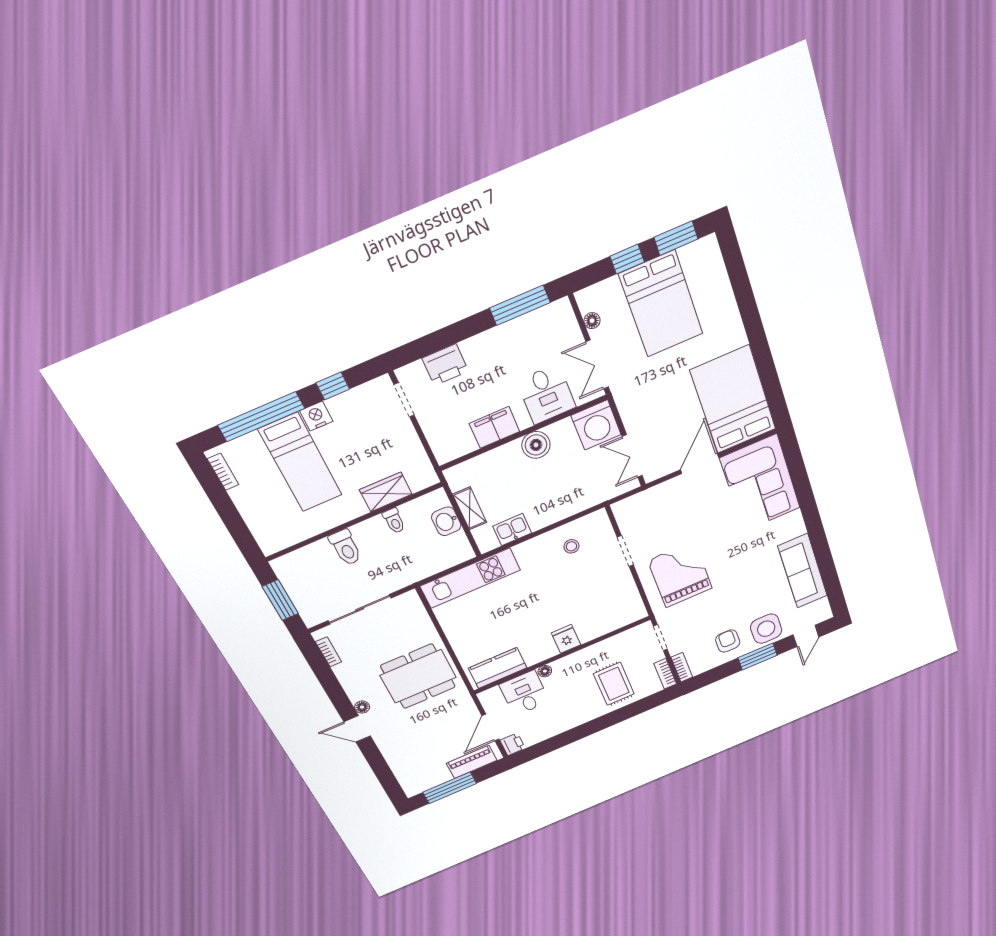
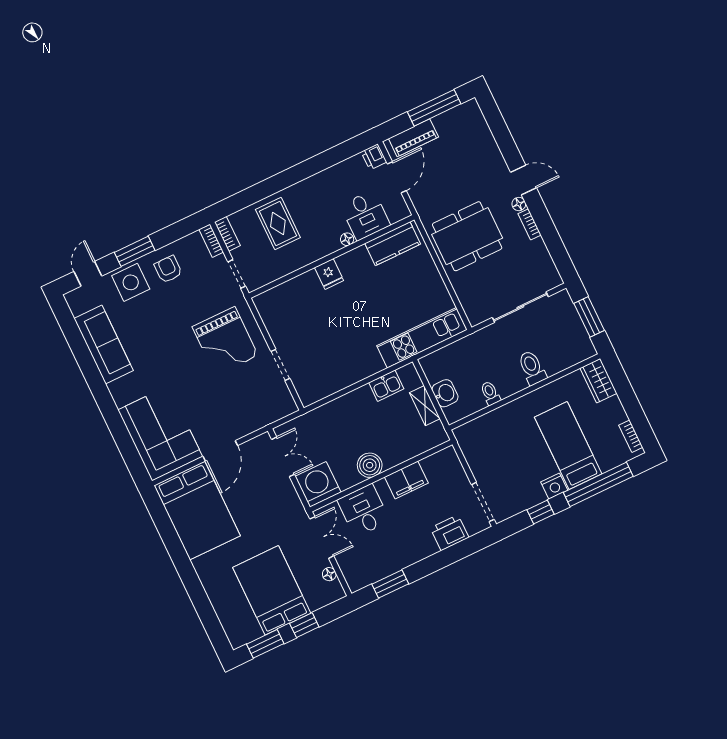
window: (520, 305) -> (390, 584), width x0.69
doorway: (404, 400) -> (483, 502), width x1.38
wardrobe: (386, 492) -> (598, 381), moved, turned 90
stool: (571, 546) -> (331, 370), removed
armchair: (728, 641) -> (168, 269), turned 180
bookcase: (329, 652) -> (530, 224), moved

